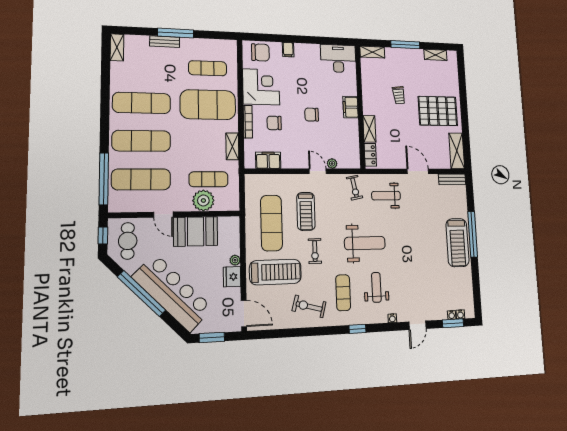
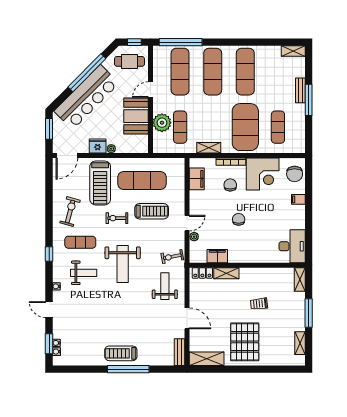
filing cabinet: (351, 107) -> (217, 256), moved
door: (418, 171) -> (187, 318), hinge flipped
treadmill: (306, 211) -> (152, 211), turned 180
treadmill: (457, 243) -> (121, 353), width x0.73, depth x0.73

